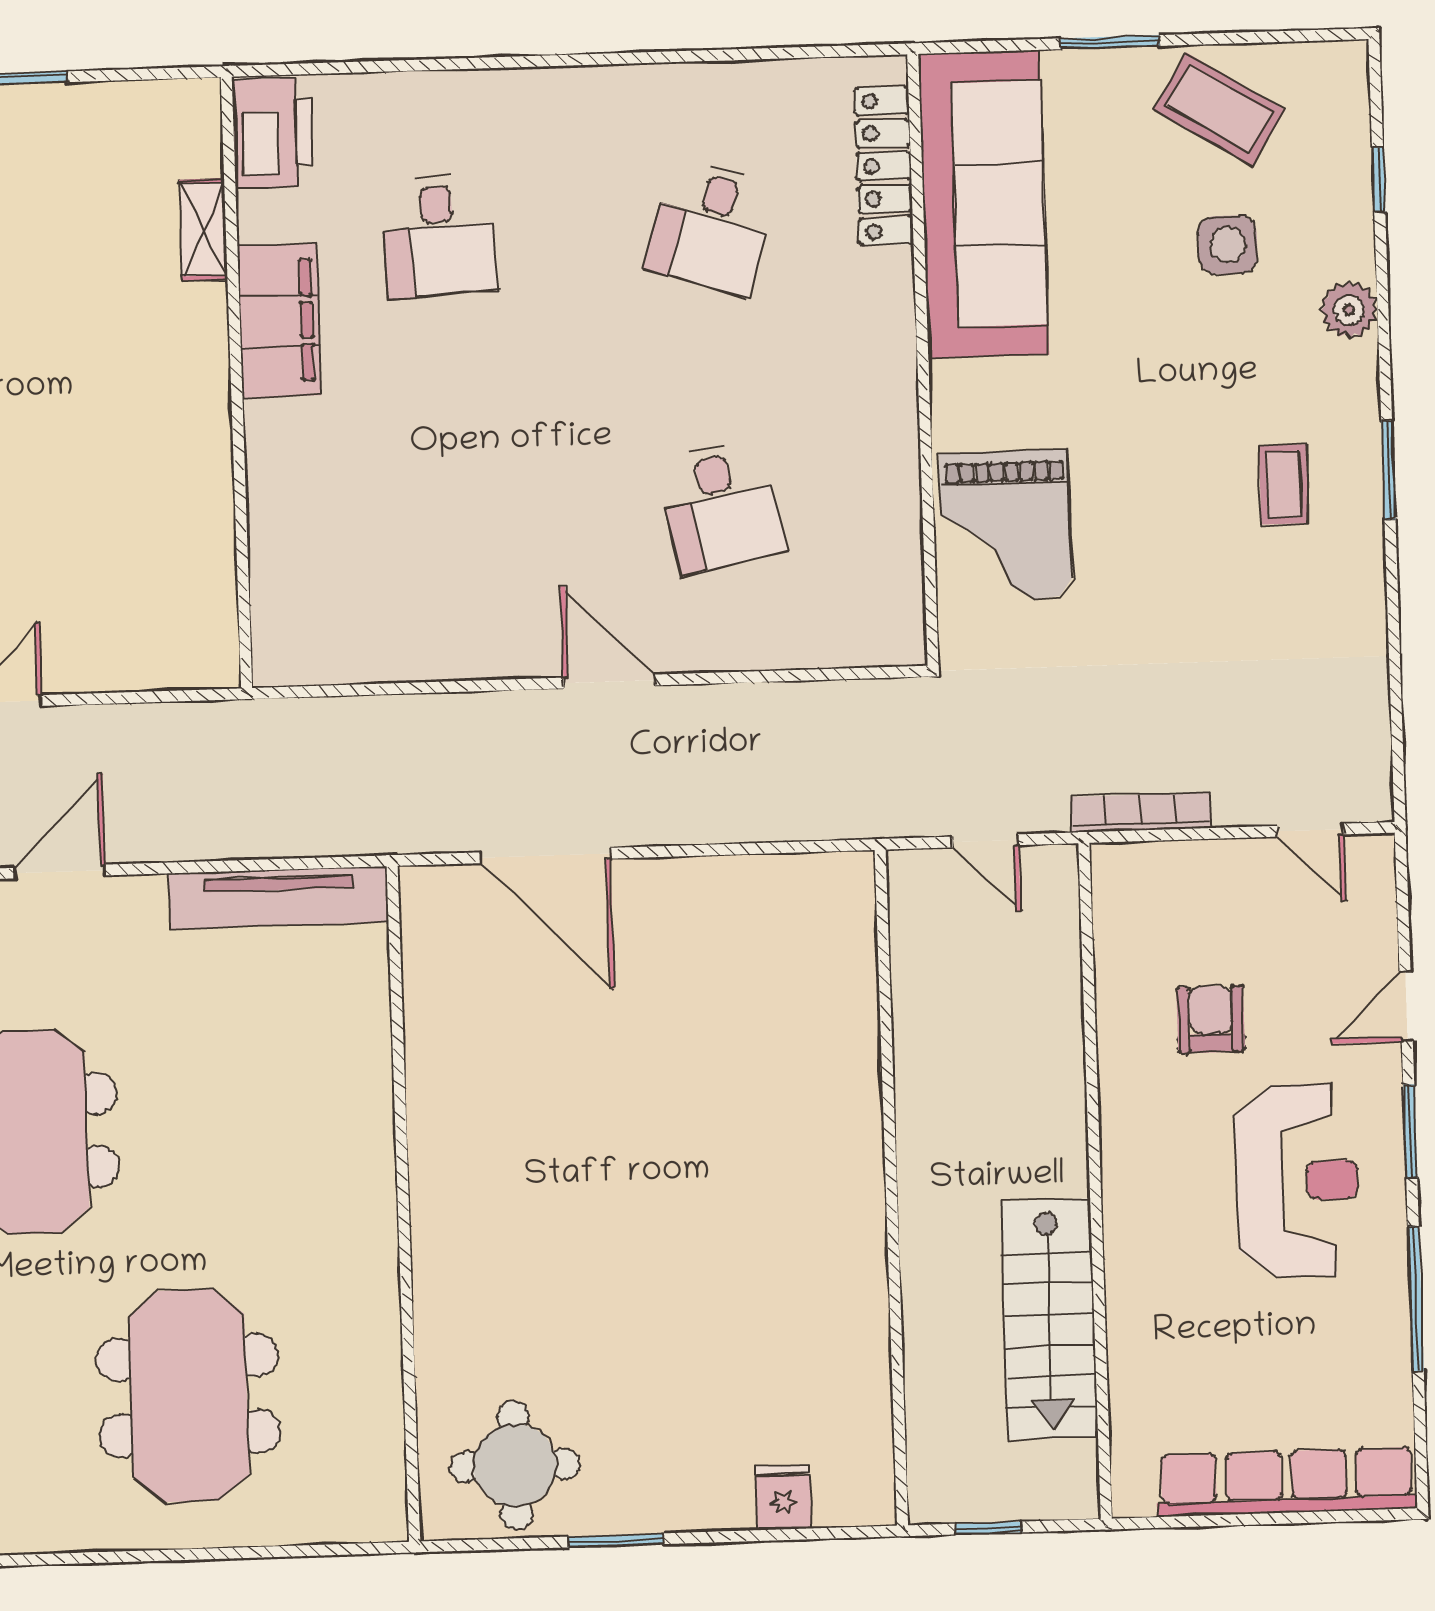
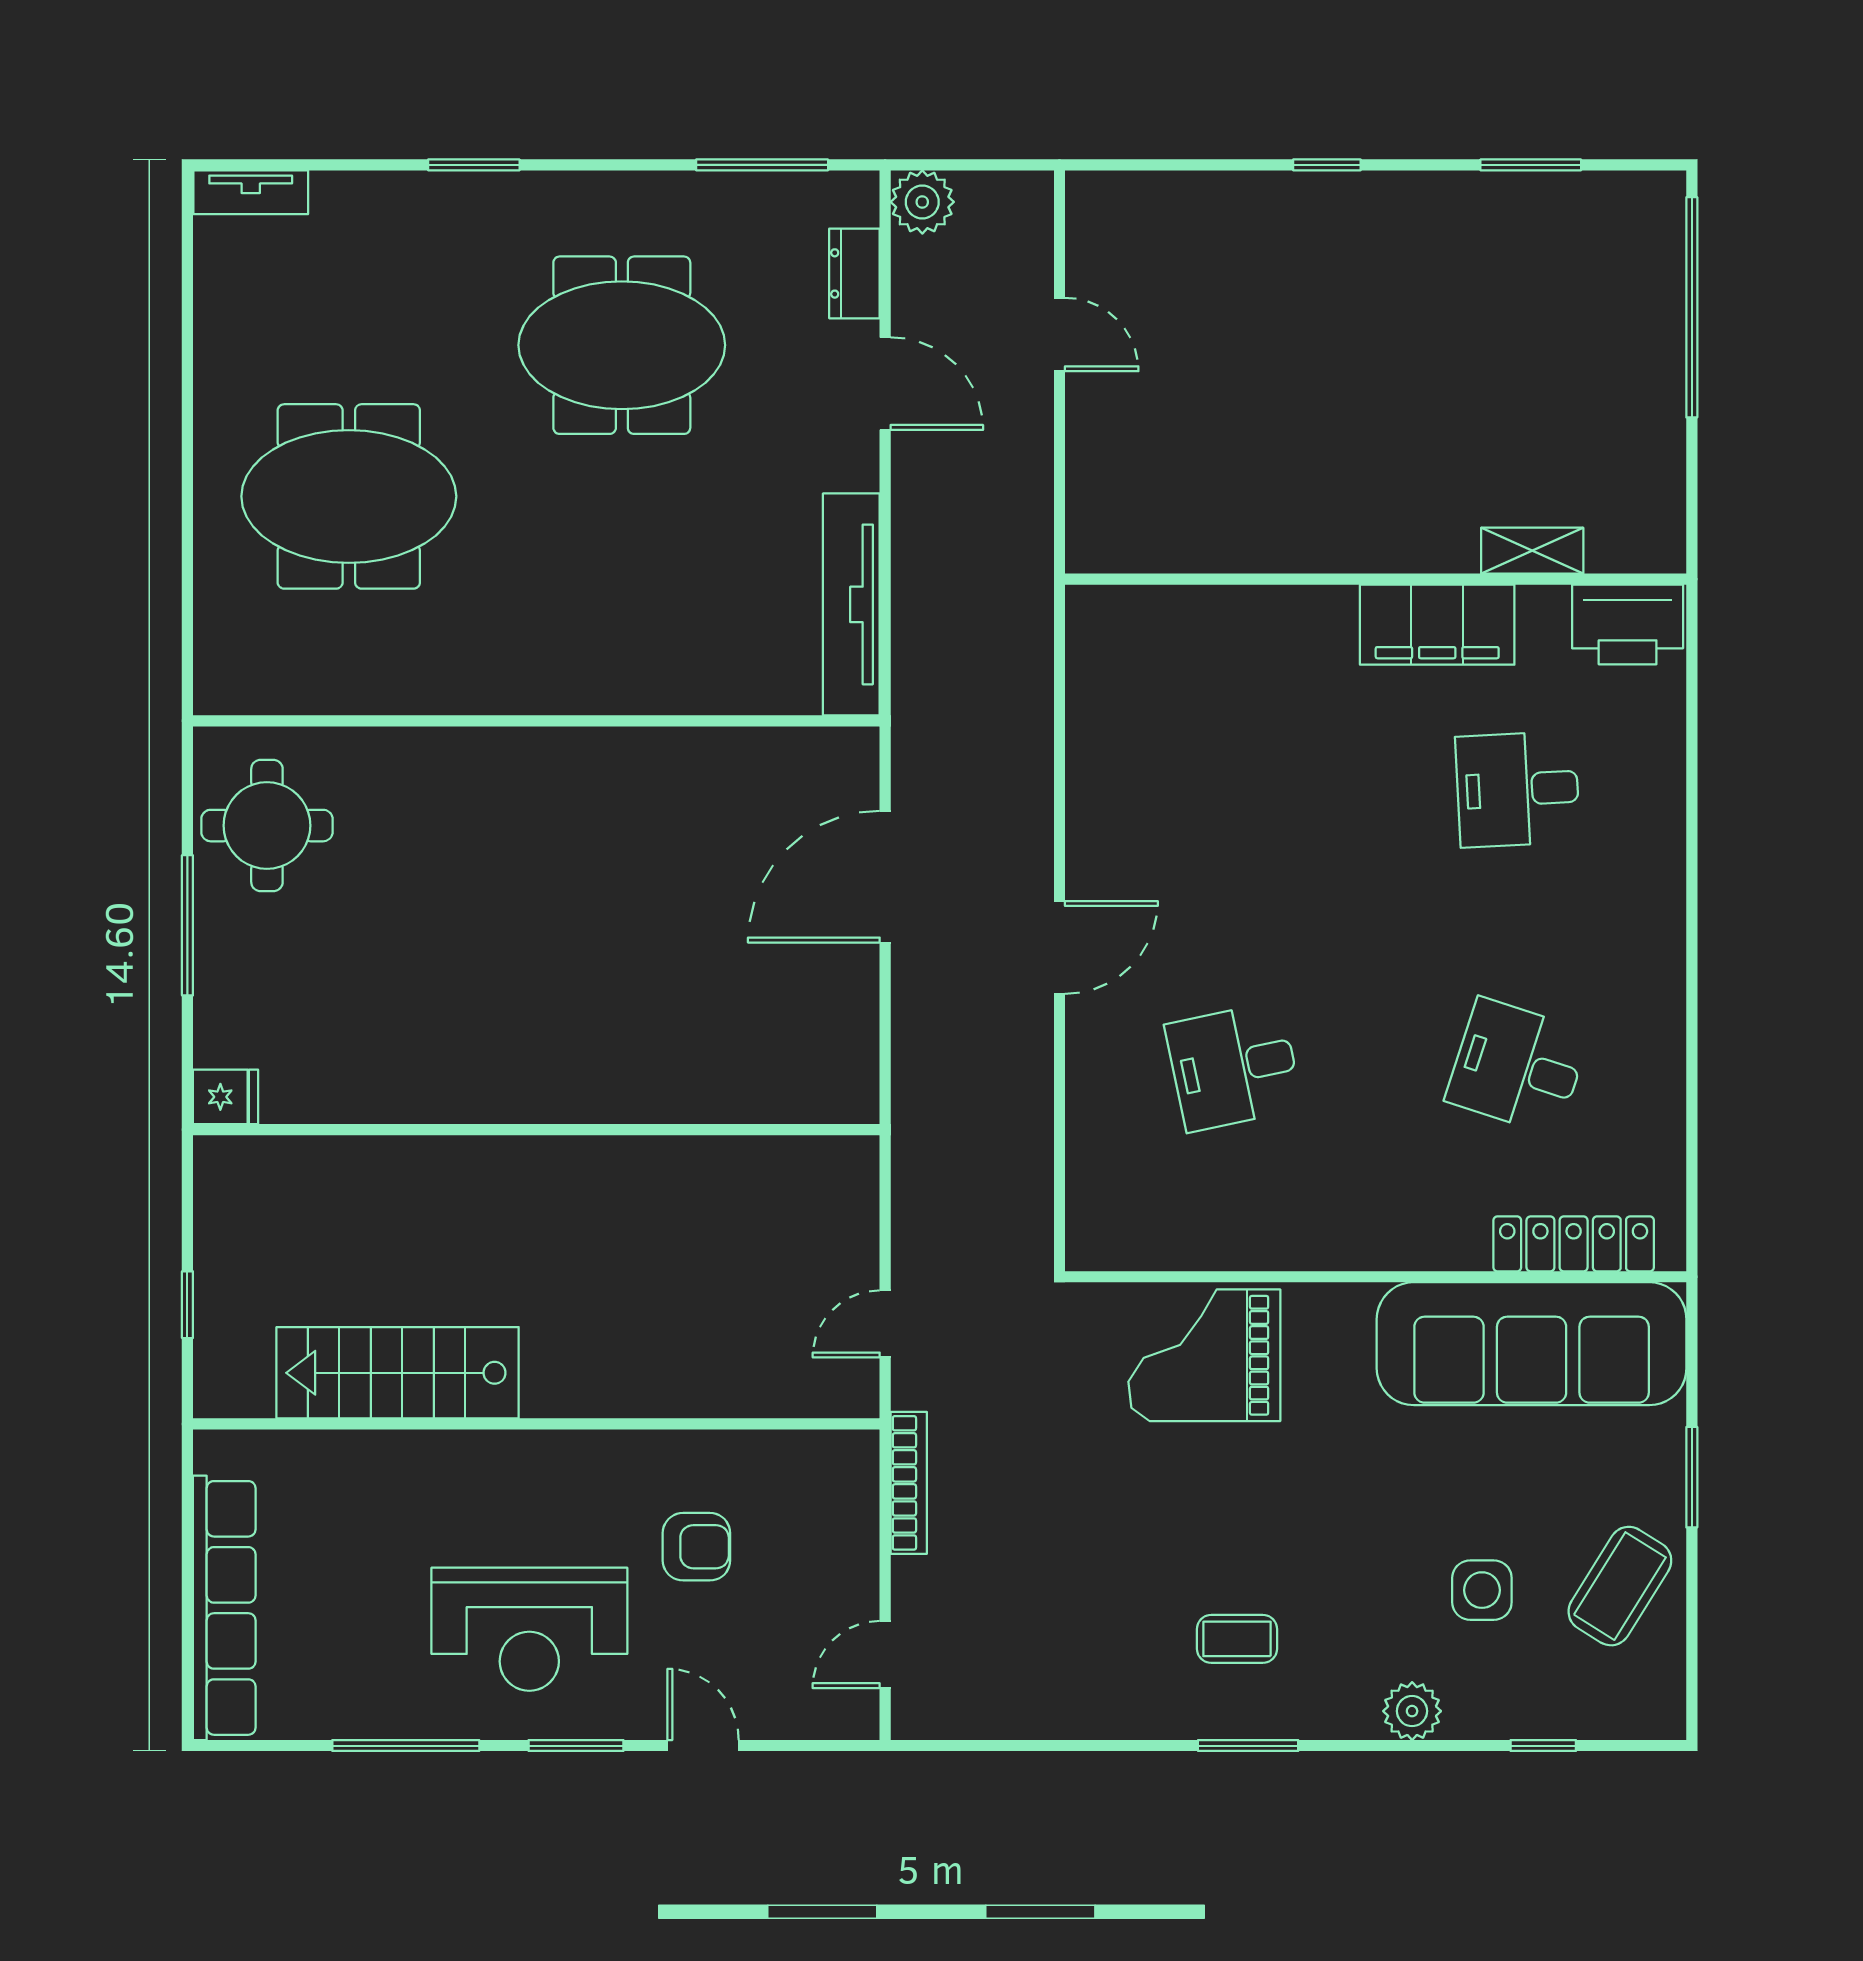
wall: (891, 1188) -> (536, 1130), moved
window: (616, 1540) -> (187, 925), width x1.44

